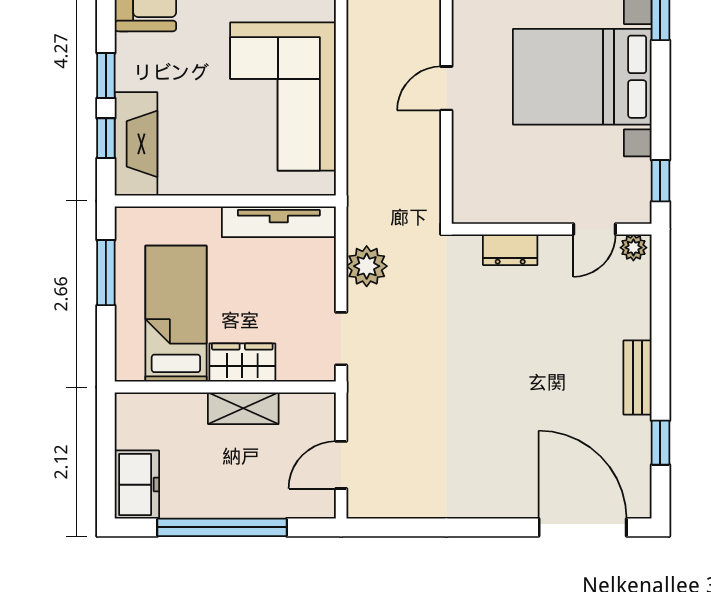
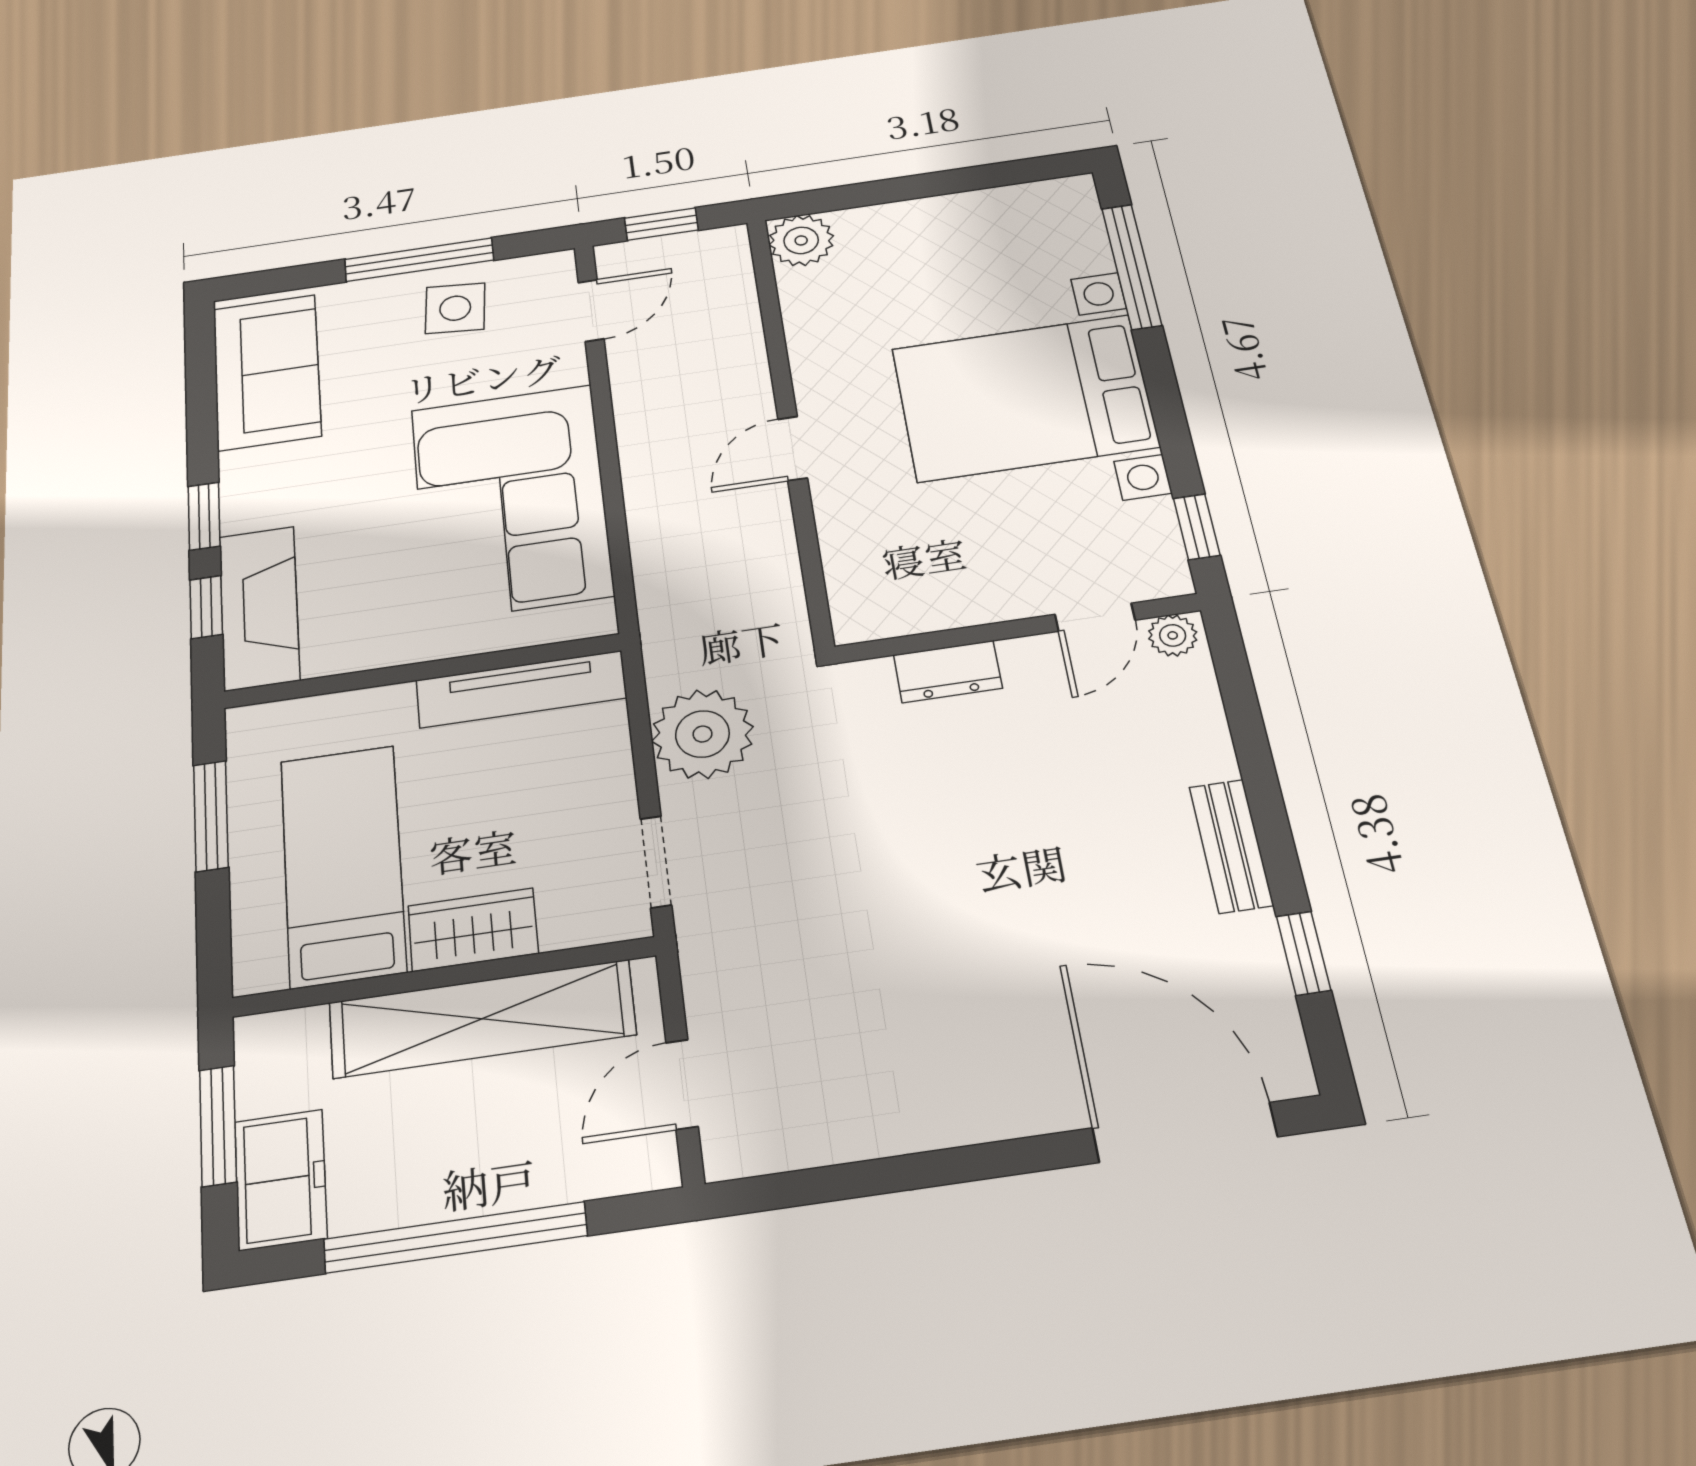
plant: (367, 266) -> (702, 734), width x1.36, depth x1.36
shelving: (243, 408) -> (482, 1019), width x2.20, depth x1.33
window: (106, 451) -> (218, 1126), added

